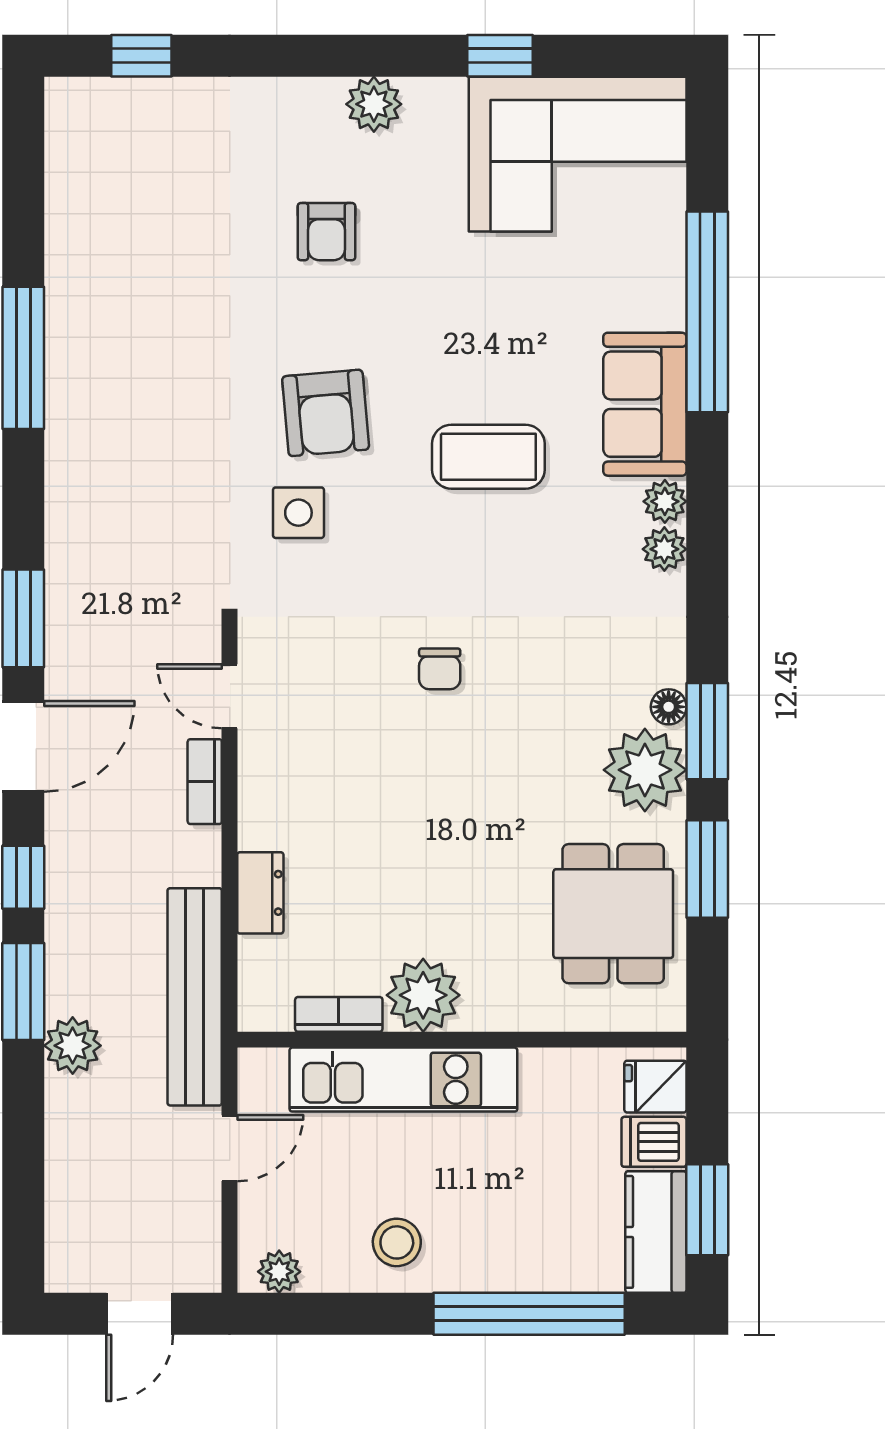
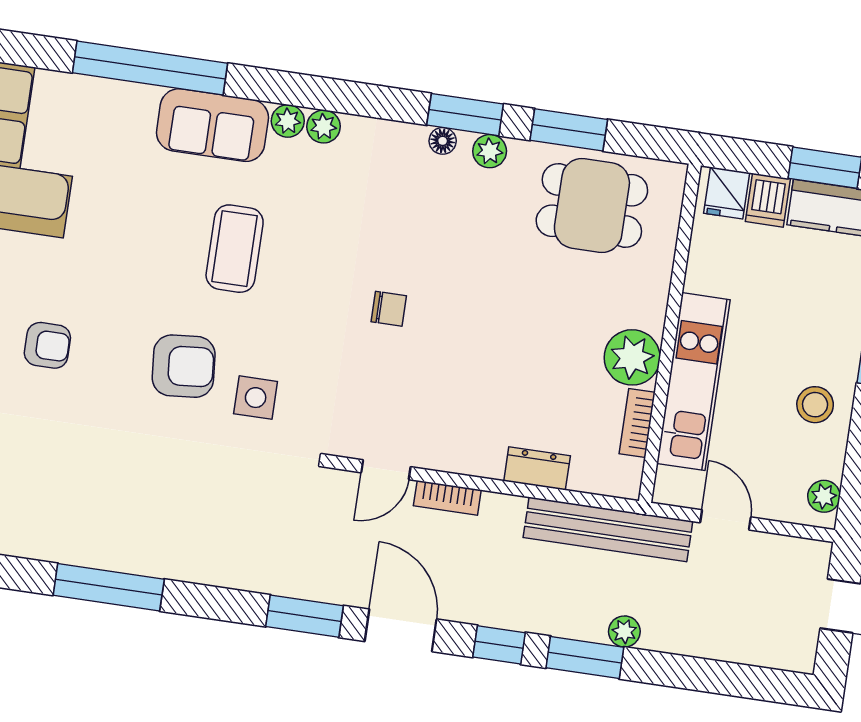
plant: (645, 770) -> (490, 151), width x0.53, depth x0.53
plant: (73, 1046) -> (624, 631), width x0.73, depth x0.73

